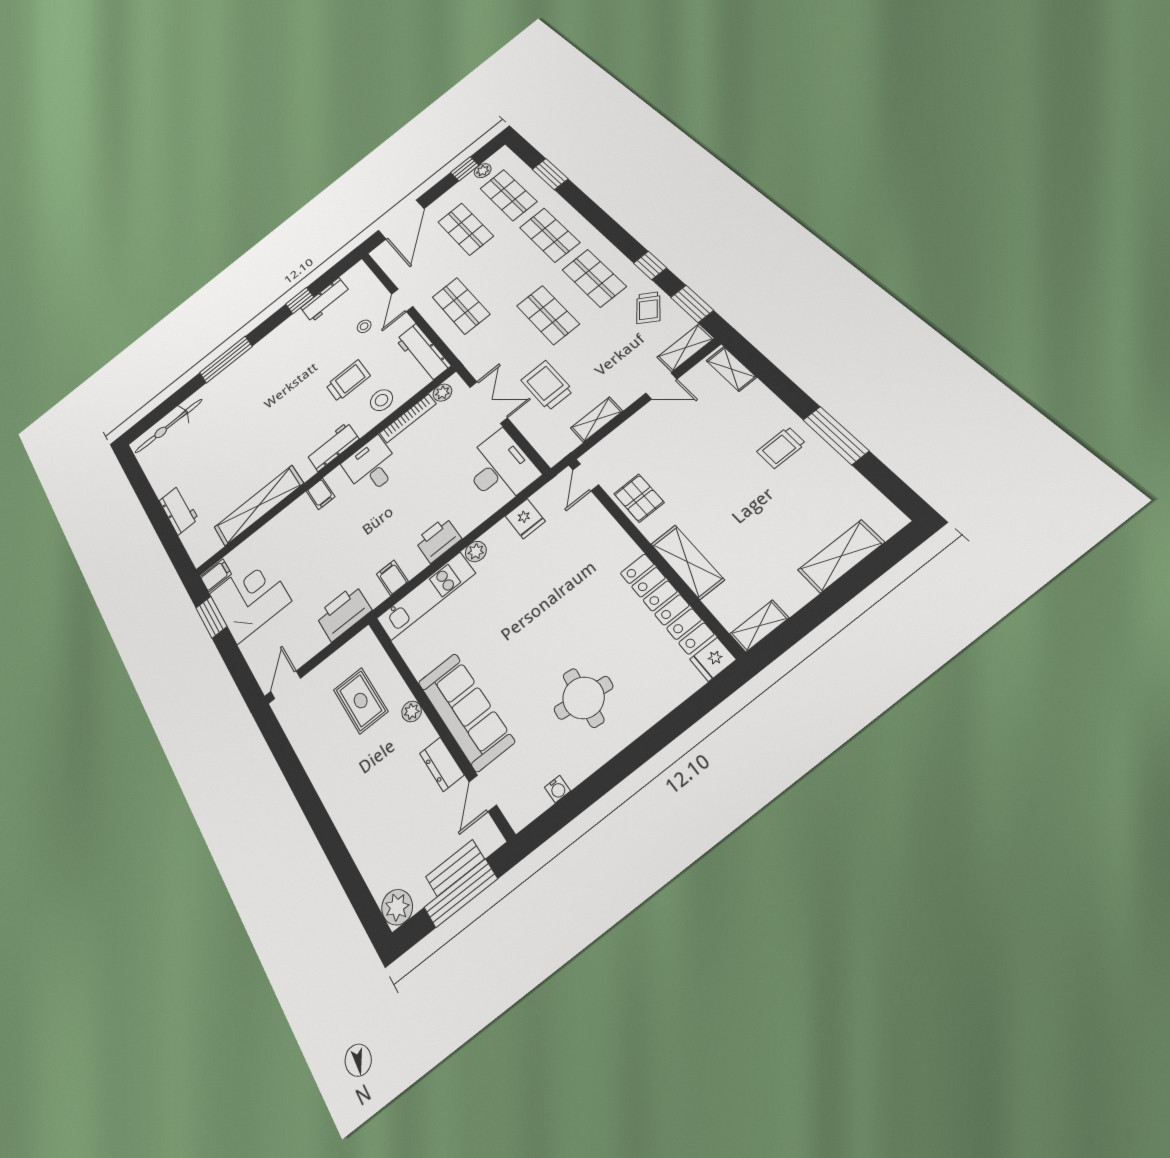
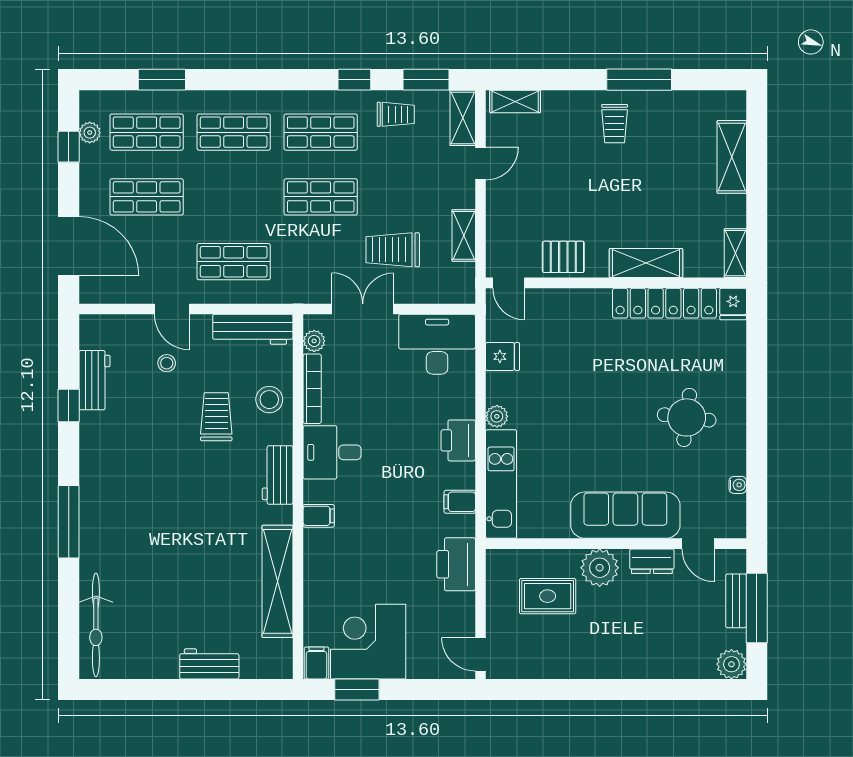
trolley: (648, 308) -> (396, 114), turned -38
plant: (412, 711) -> (600, 568), width x1.88, depth x1.88

